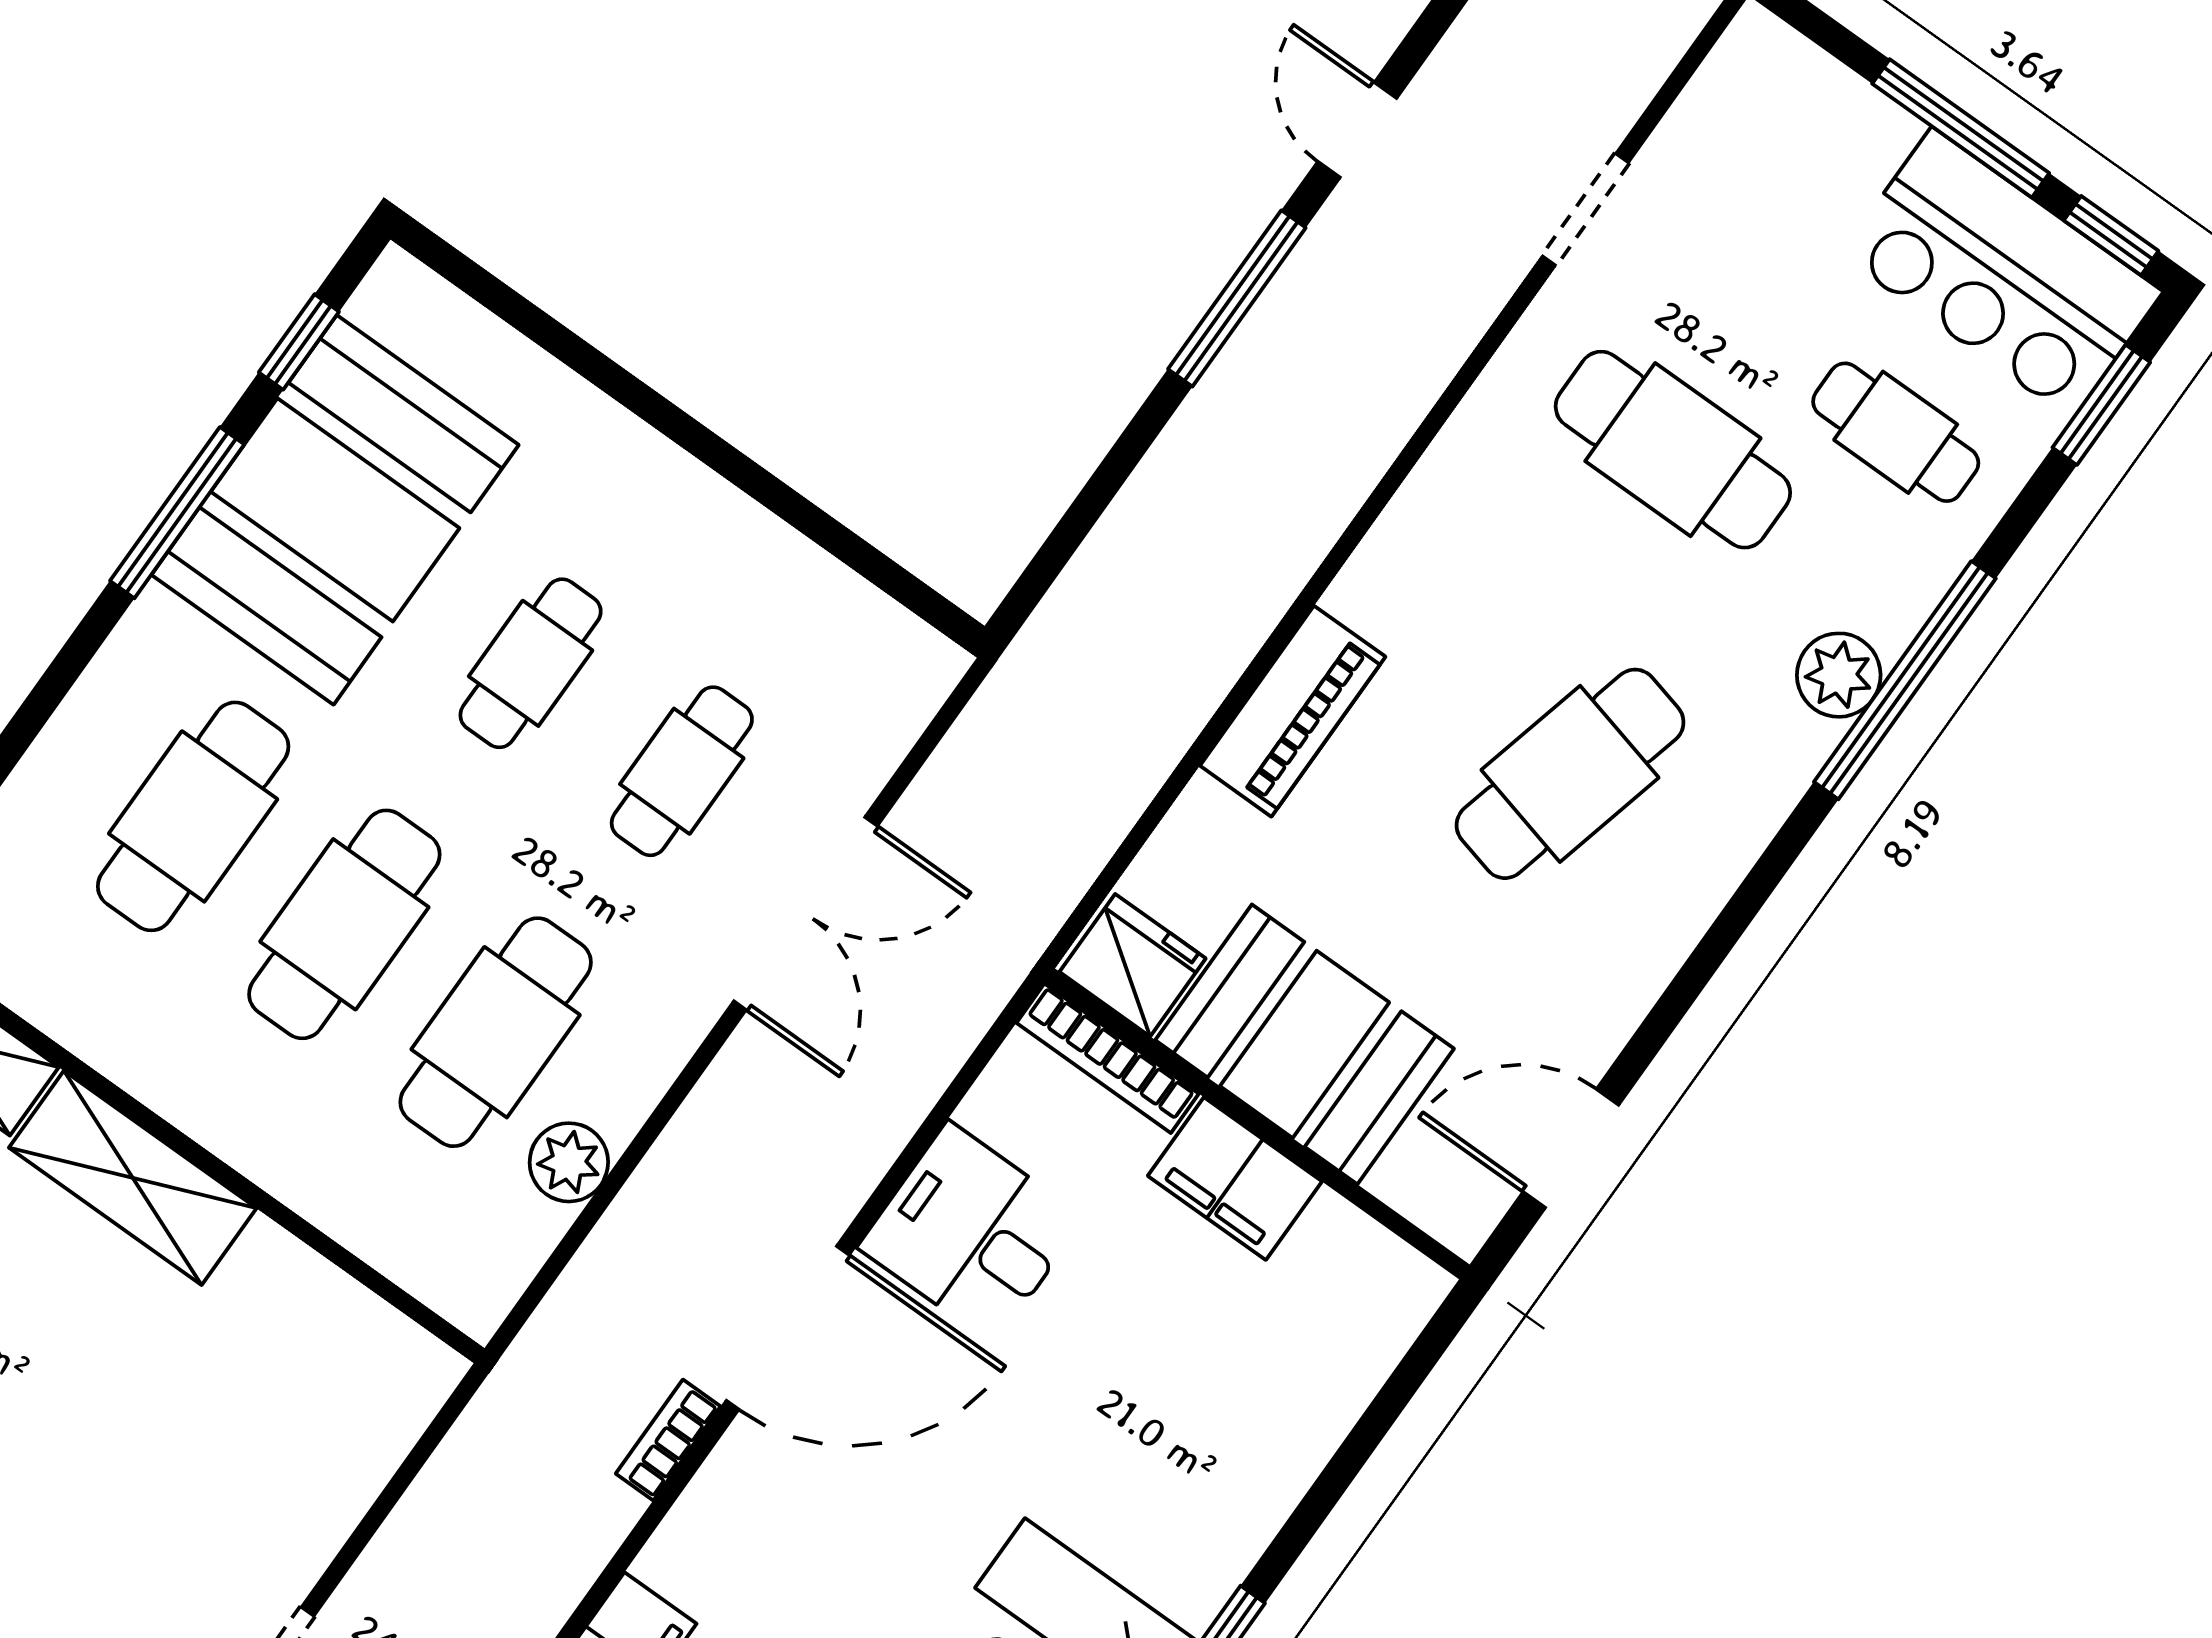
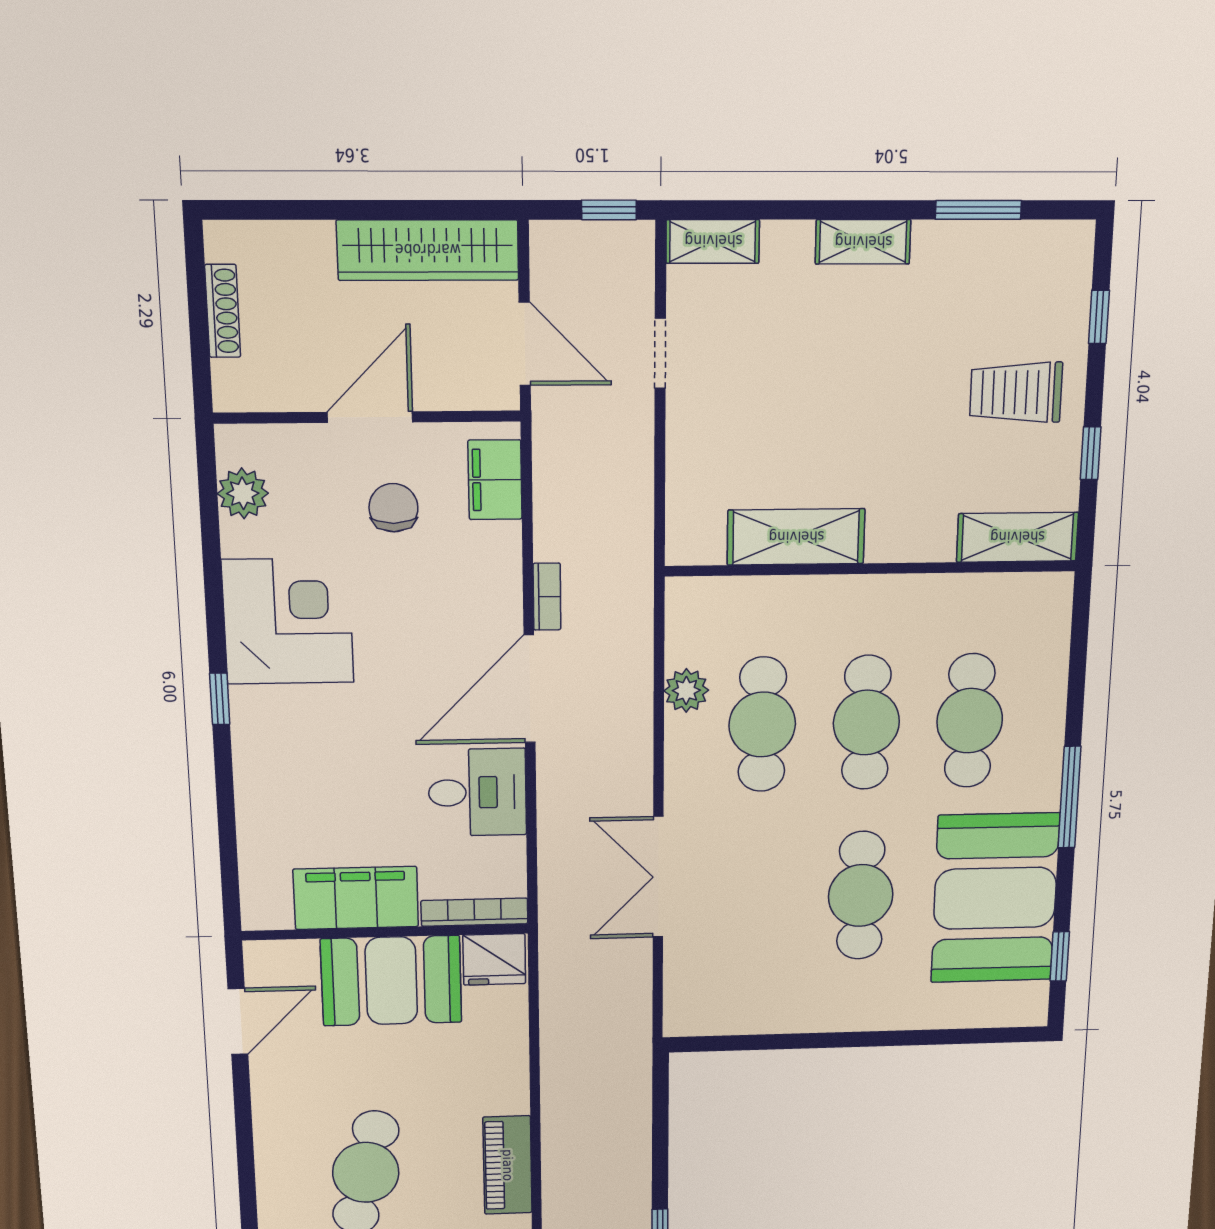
window: (177, 513) -> (1069, 797), moved
cafe table: (531, 663) -> (861, 896), width x1.37, depth x1.35
piano: (1293, 711) -> (508, 1165), moved
cafe table: (682, 771) -> (759, 898), removed
shelving: (133, 1178) -> (796, 537), moved
filing cabinet: (1235, 1179) -> (356, 898), width x1.50, depth x1.17

